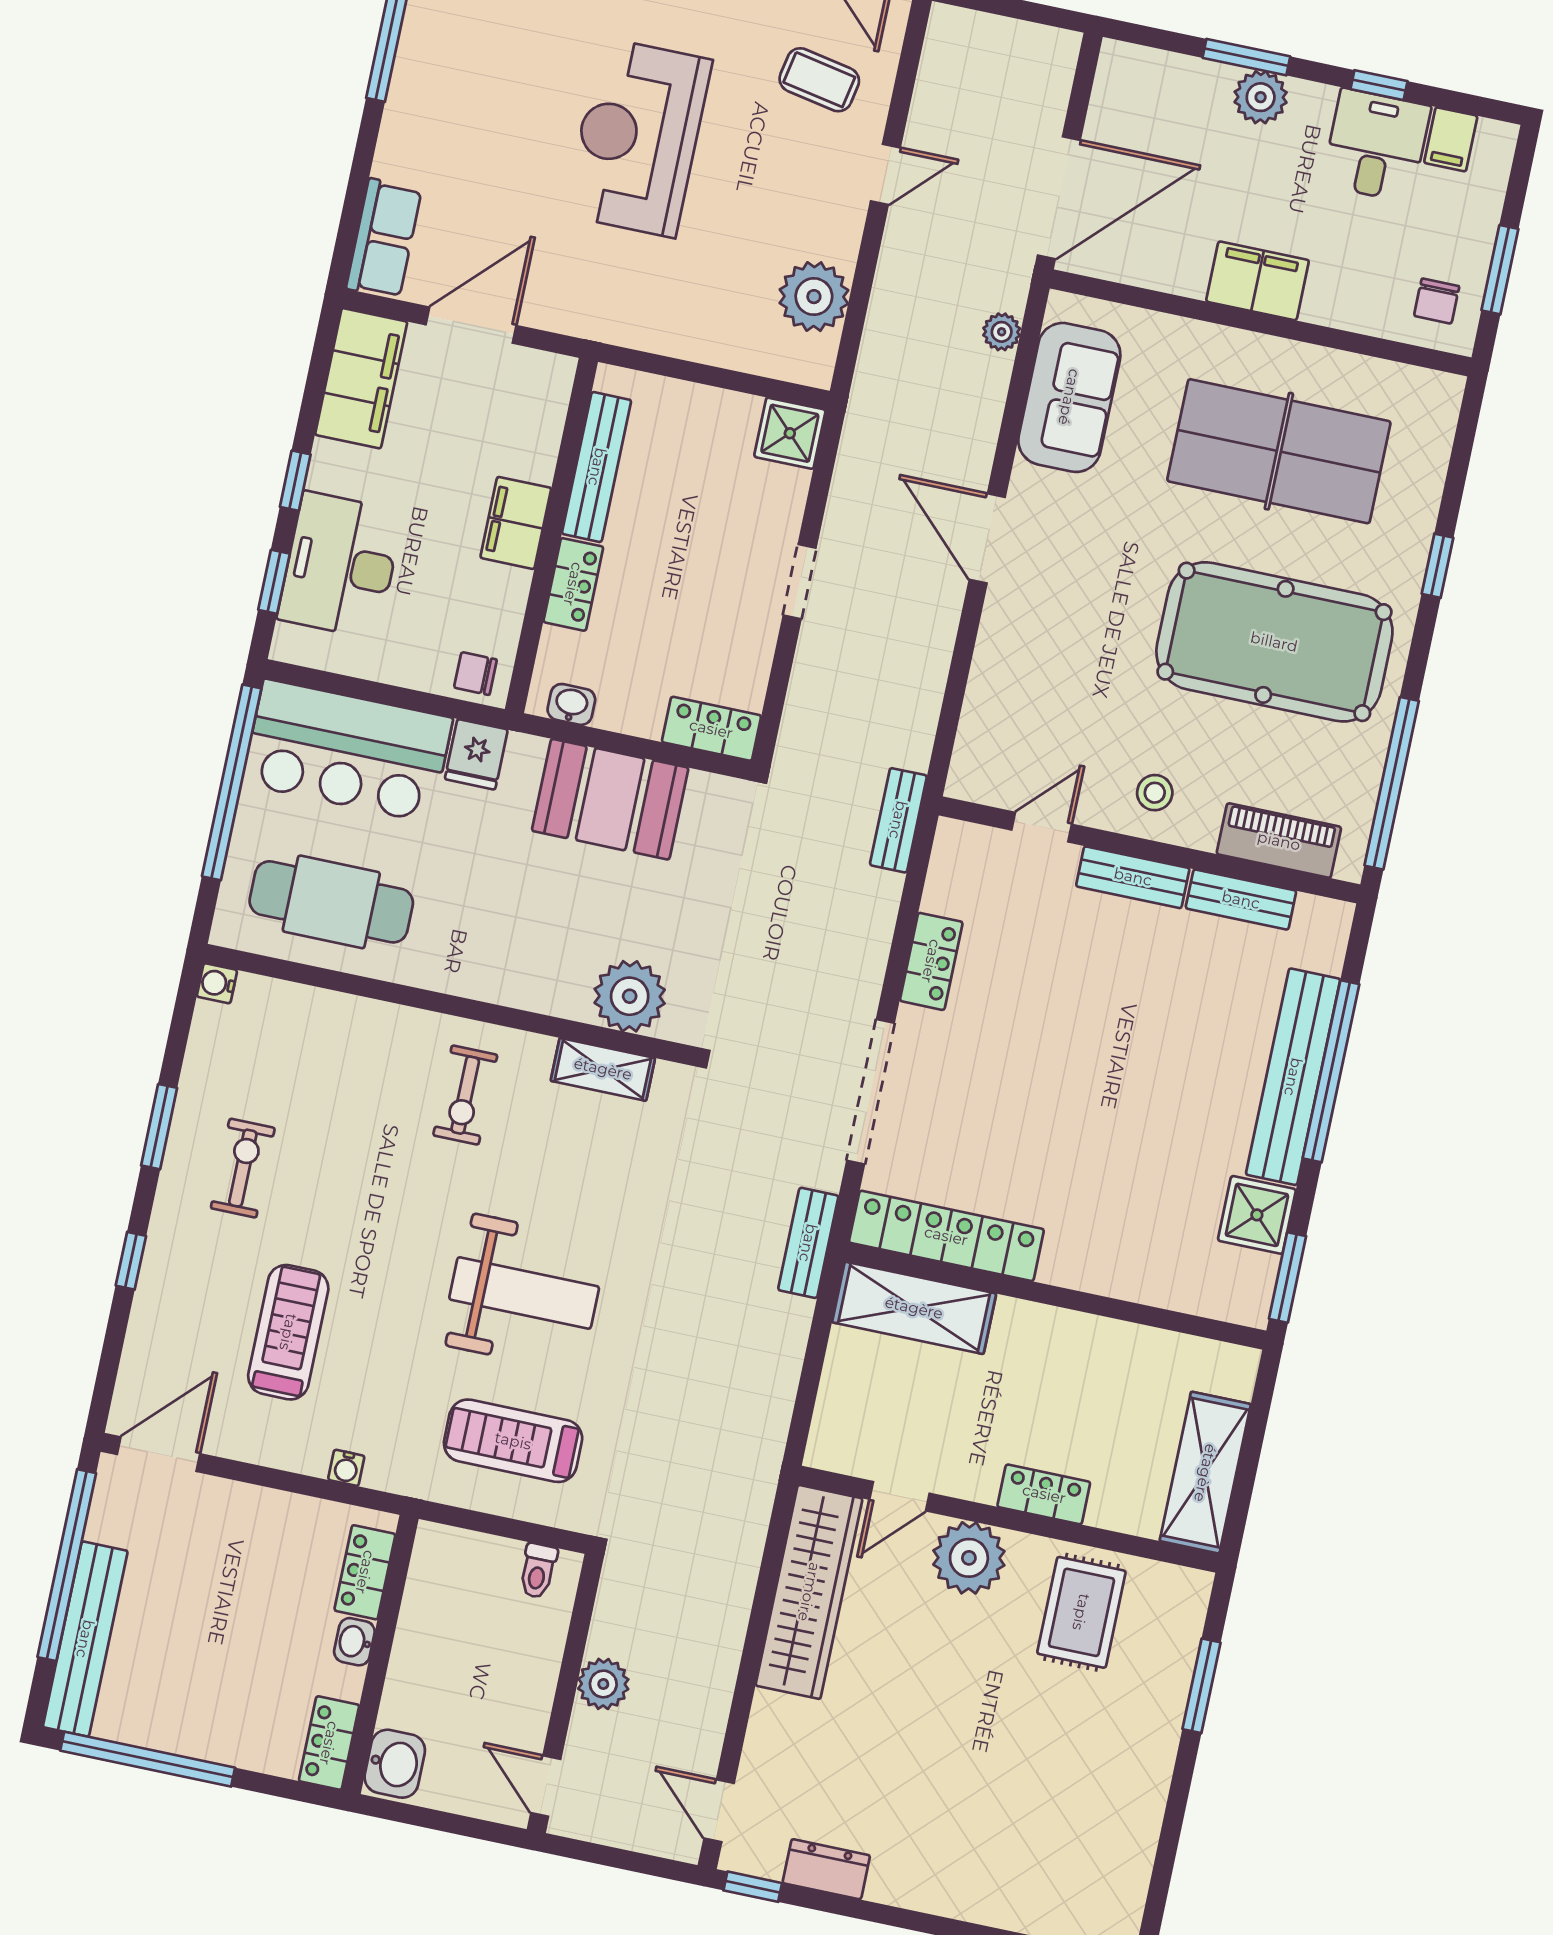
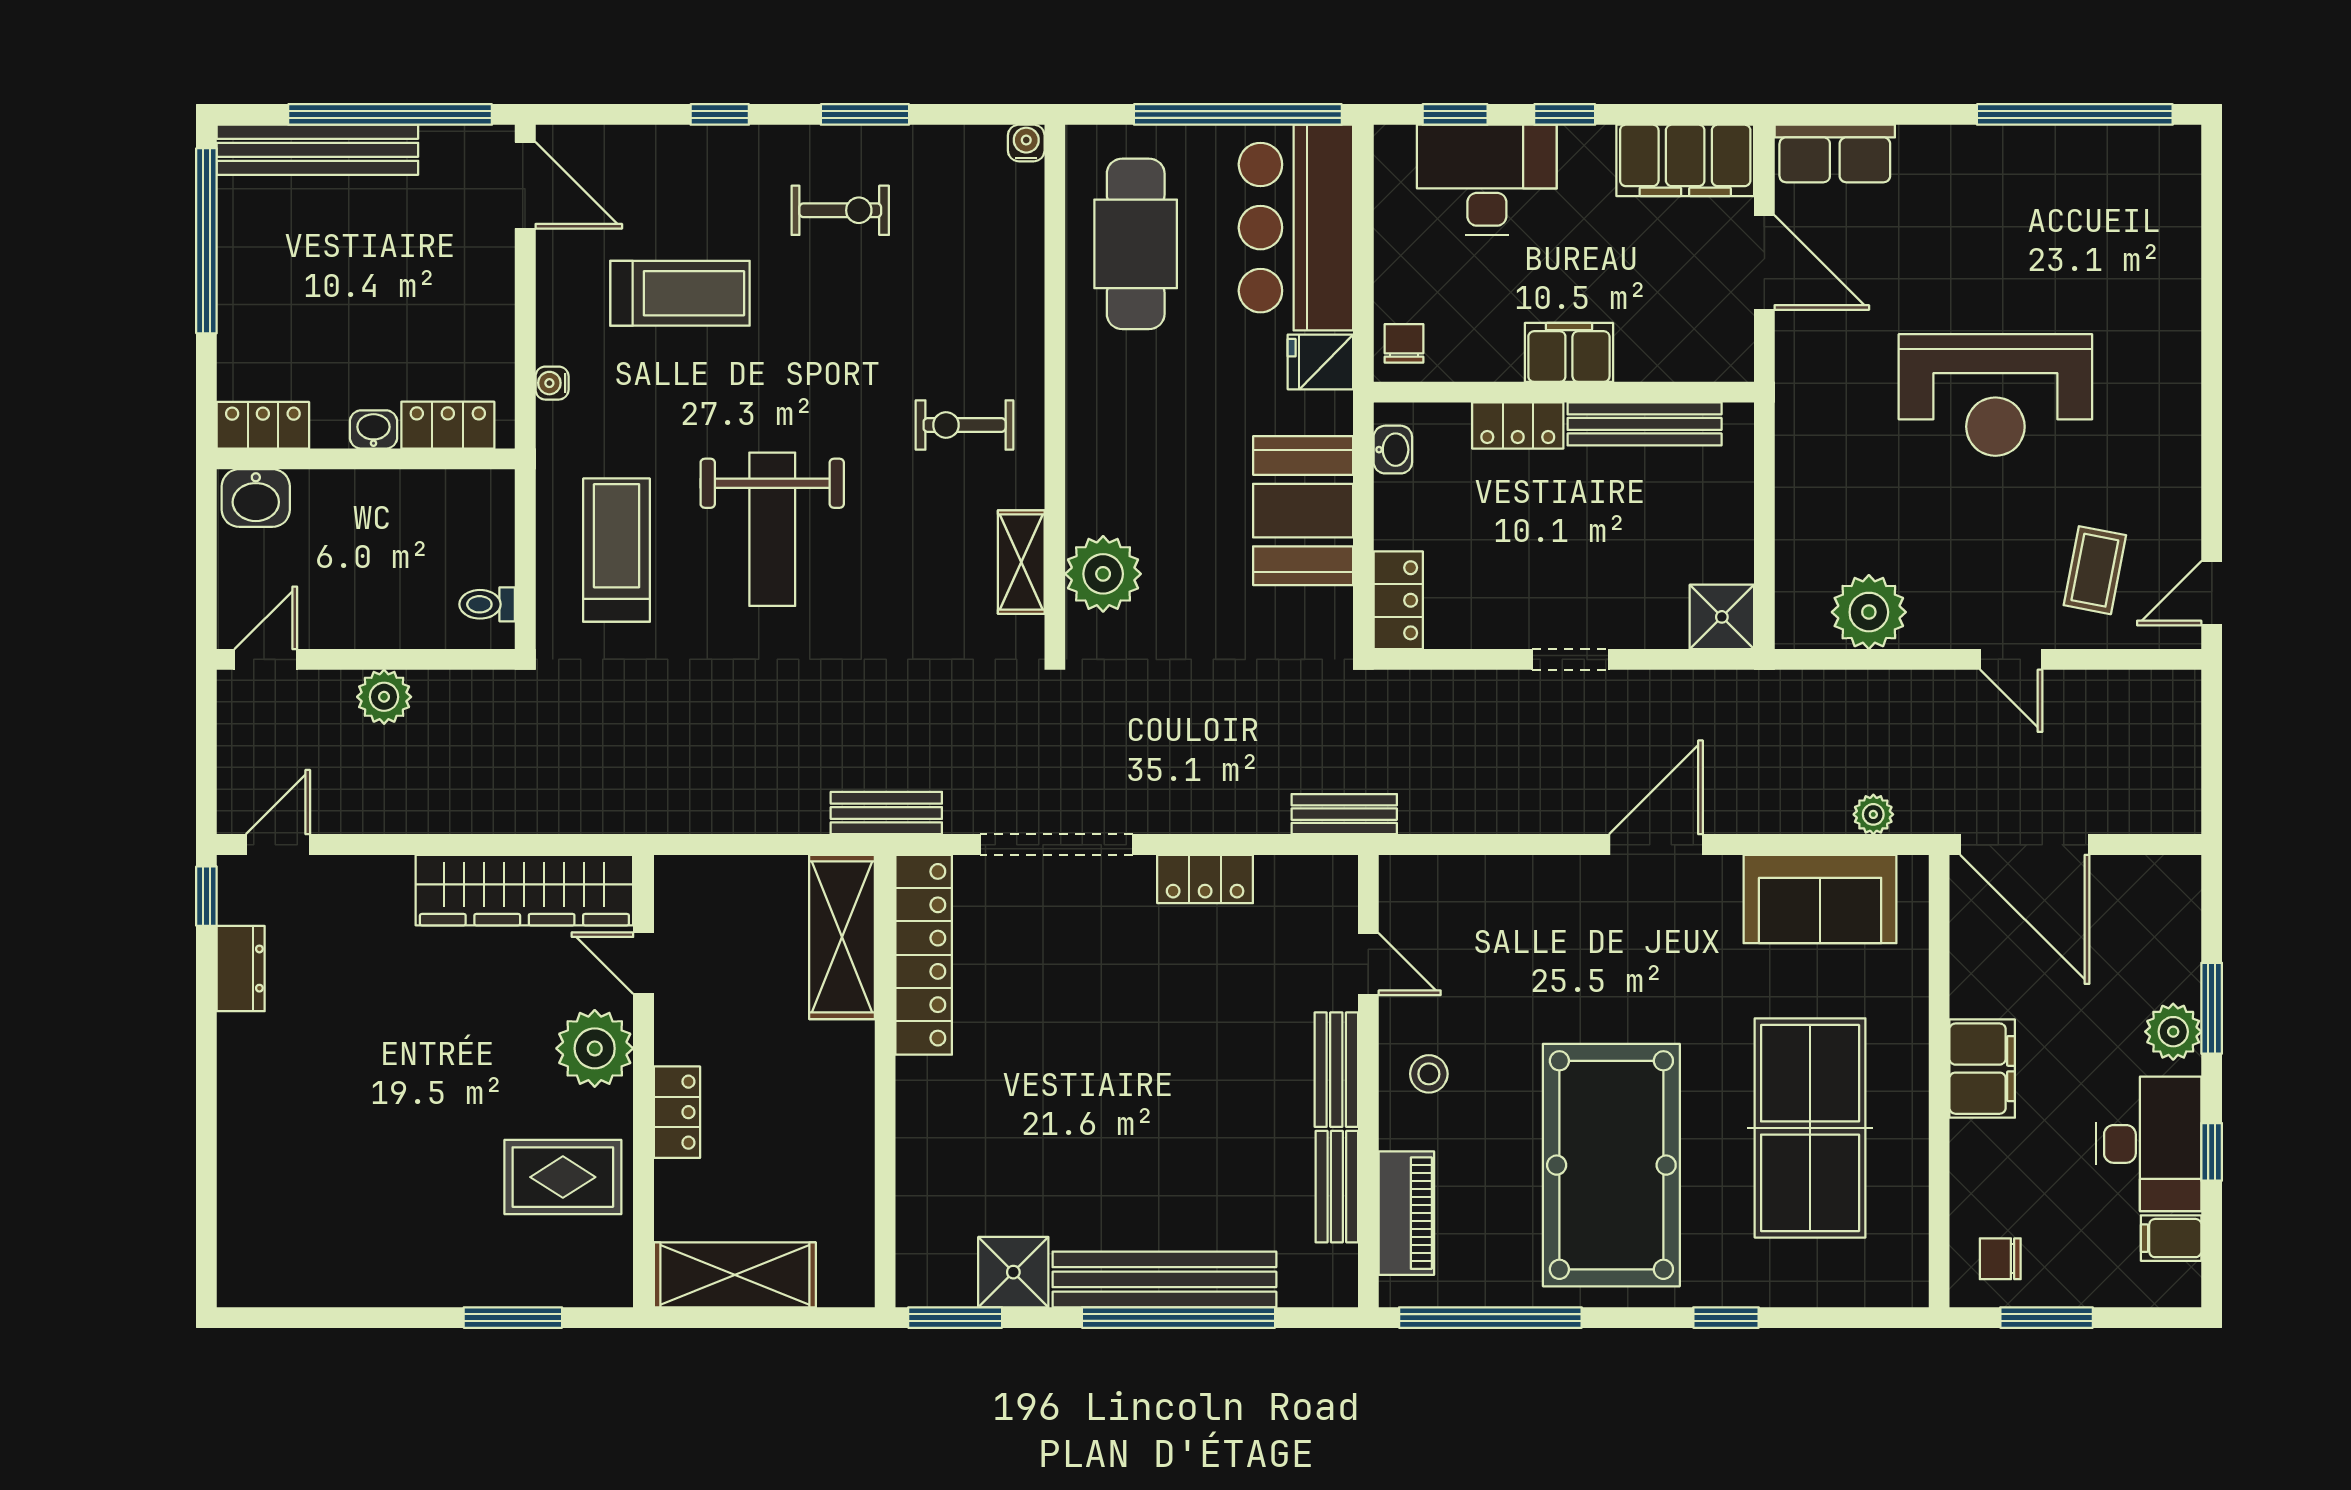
reception desk: (638, 137) -> (1995, 395), turned 180
desk: (1376, 145) -> (2148, 1144), width x1.37

